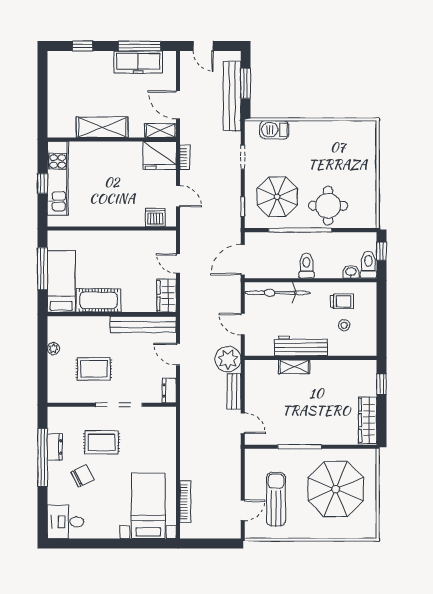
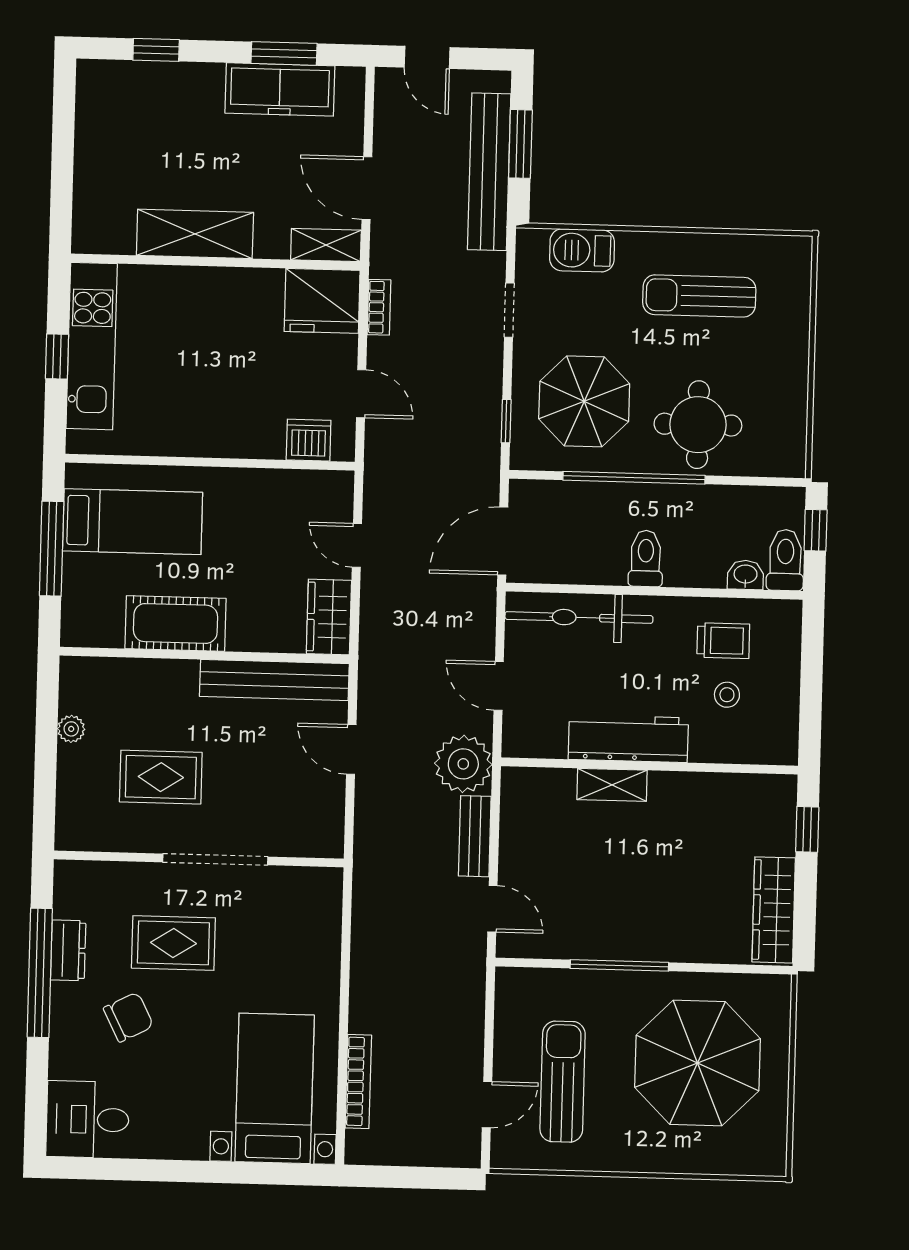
window: (140, 46) -> (284, 53), width x0.69
sun lounger: (327, 149) -> (699, 296), added
bed: (61, 281) -> (133, 522), moved, turned 90
dresser: (169, 390) -> (329, 830), removed

